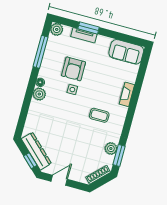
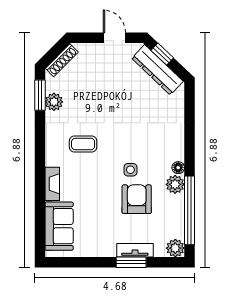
window: (40, 52) -> (189, 210), width x1.46
sofa: (126, 52) -> (59, 226), moved, turned 90
plant: (39, 94) -> (175, 184), moved
door: (59, 180) -> (114, 38), swing flipped

